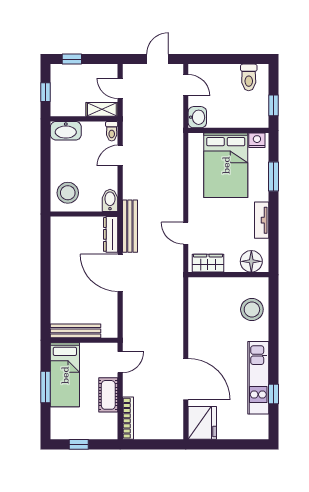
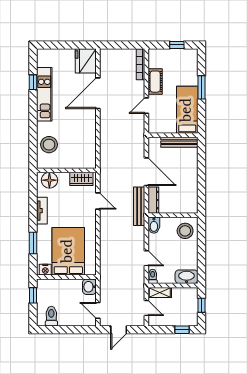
door: (120, 156) -> (146, 258), hinge flipped
bench: (76, 331) -> (179, 142), moved
wall: (84, 340) -> (173, 135), moved
bed: (65, 375) -> (187, 110), moved
door: (186, 379) -> (98, 93), hinge flipped

